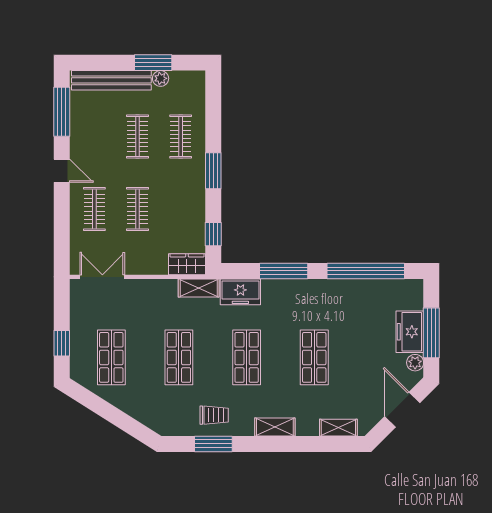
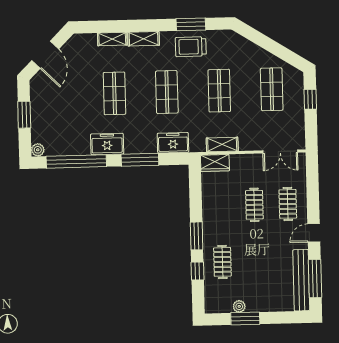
bench: (111, 80) -> (301, 280), moved, turned 90
clothes rail: (138, 136) -> (256, 261), removed
door: (62, 171) -> (314, 233), hinge flipped
window: (213, 234) -> (197, 271), moved
shelving: (199, 288) -> (222, 144), moved
freezer: (410, 332) -> (107, 144), moved, turned -90
window: (431, 333) -> (24, 115), width x0.69
plant: (415, 363) -> (38, 150), moved
trolley: (214, 415) -> (191, 47), width x1.36, depth x1.39
shelving: (338, 428) -> (112, 39), moved

